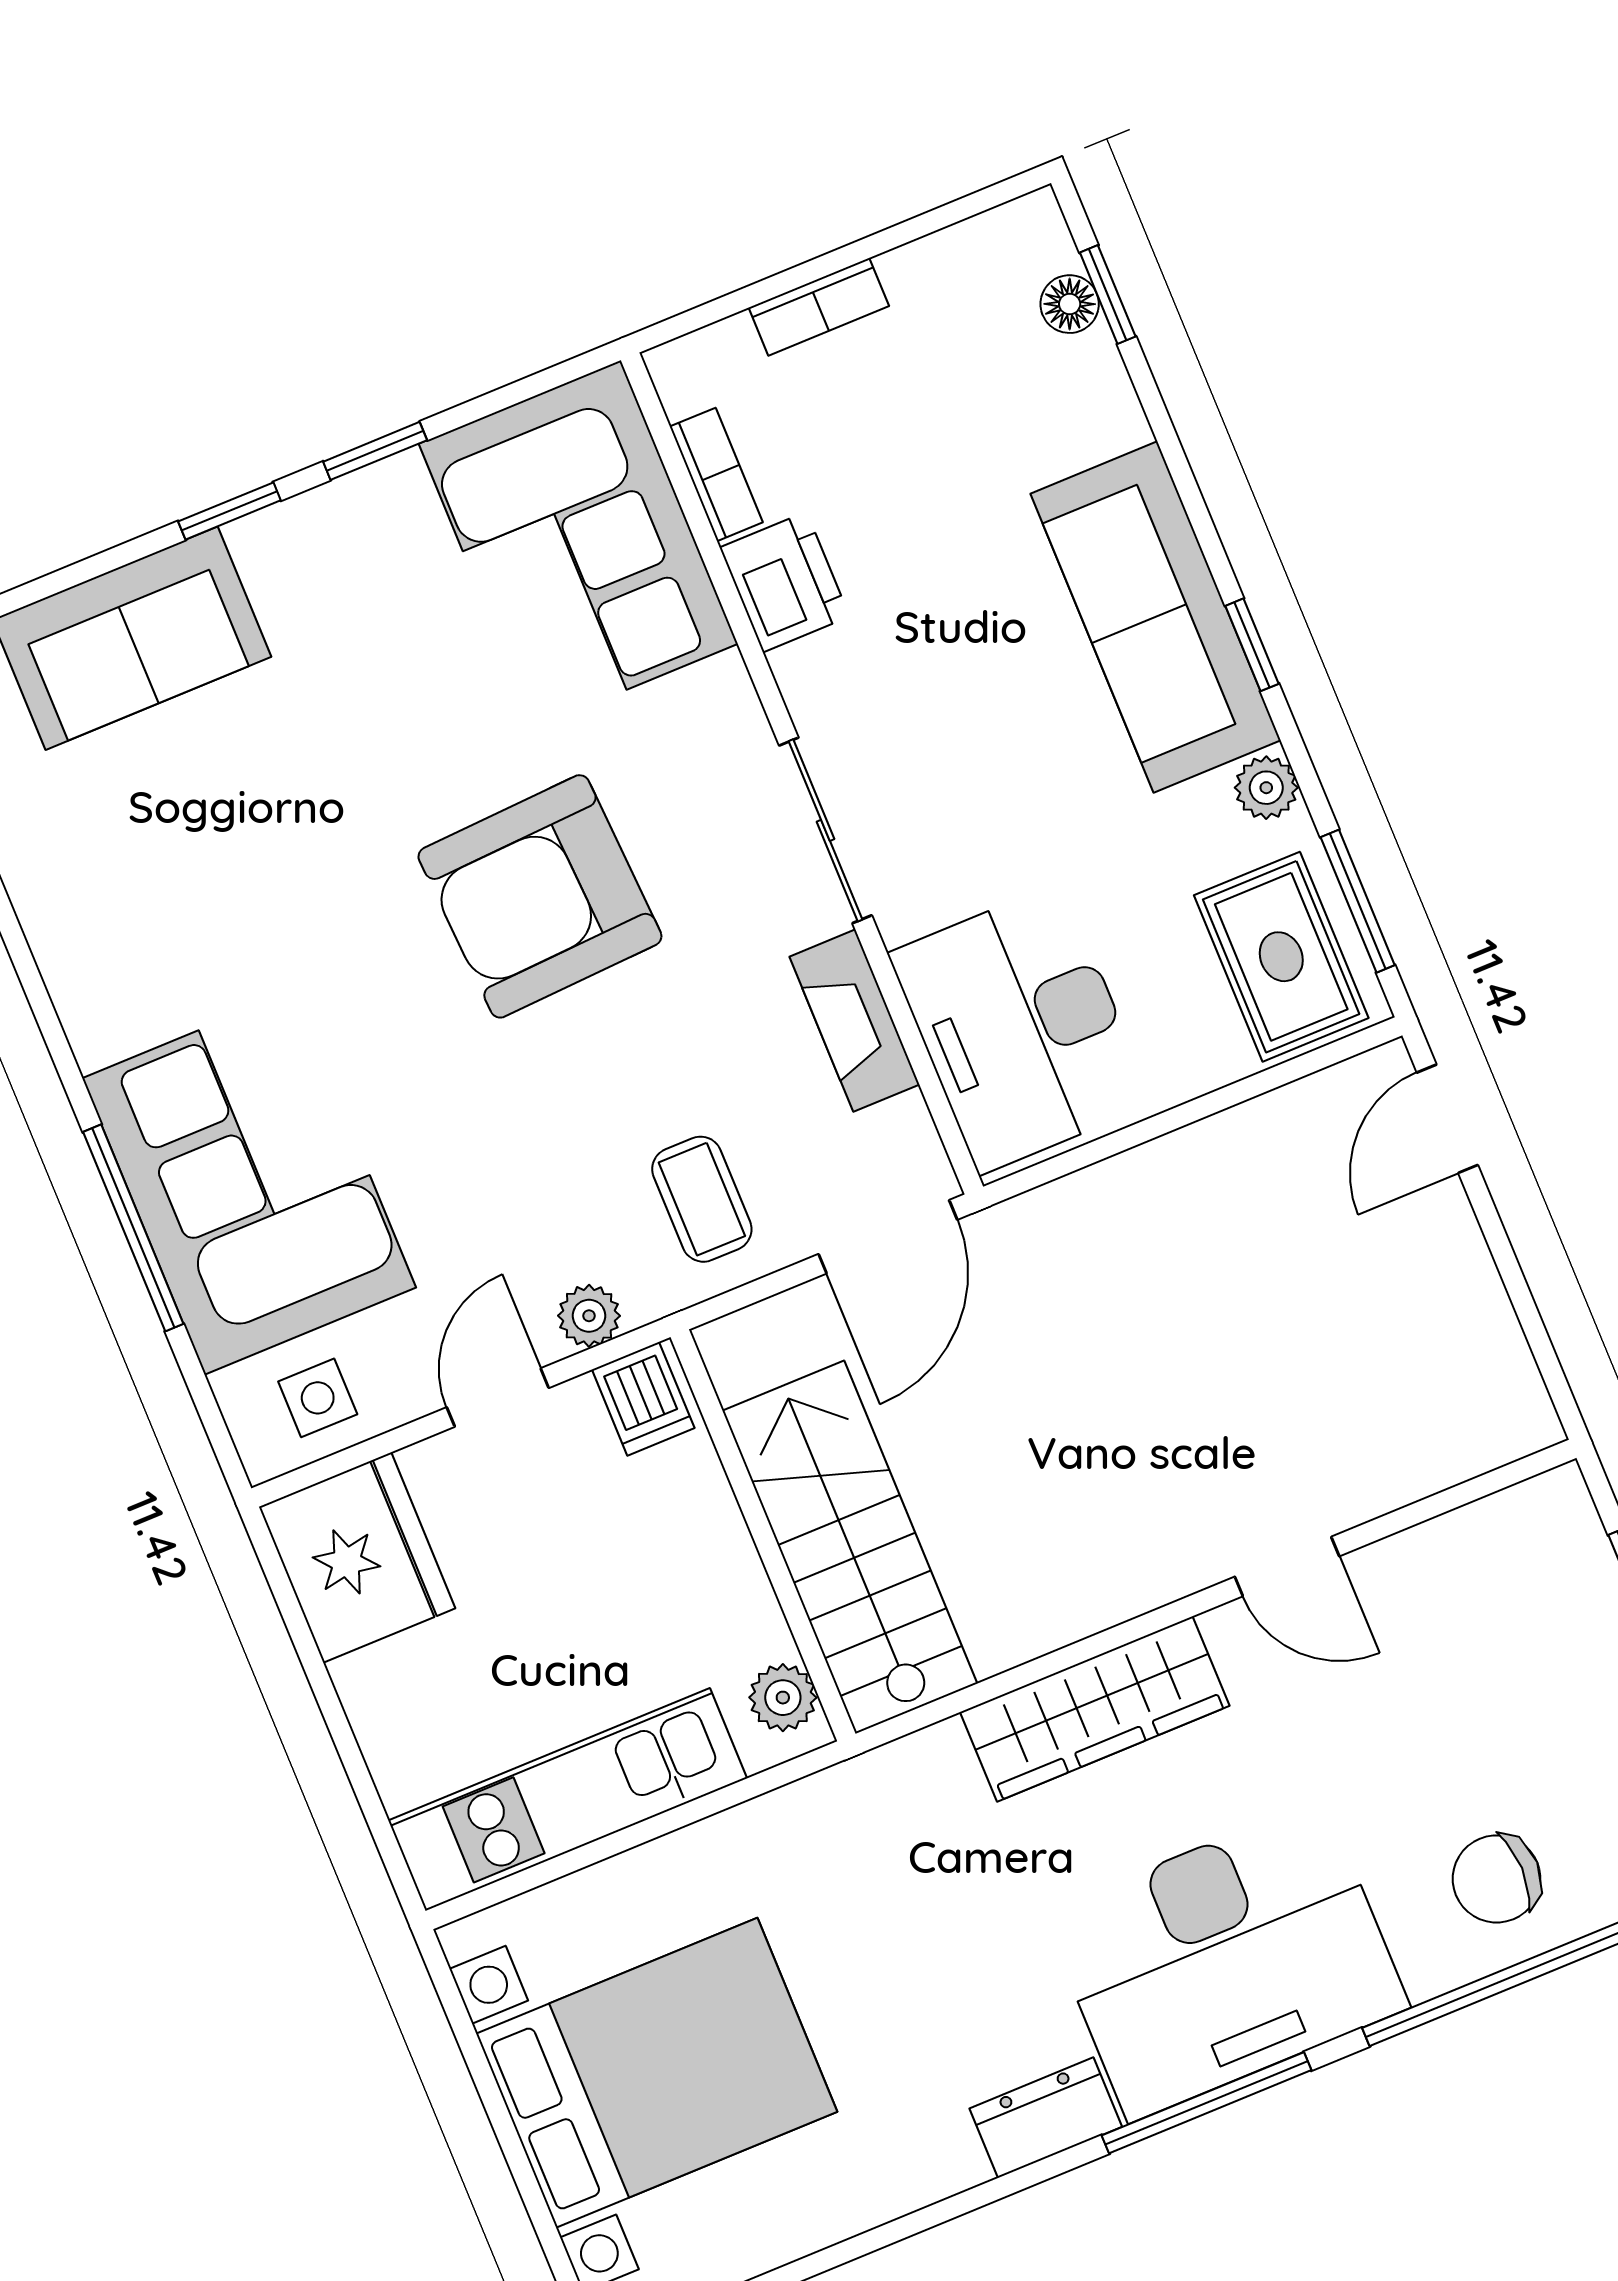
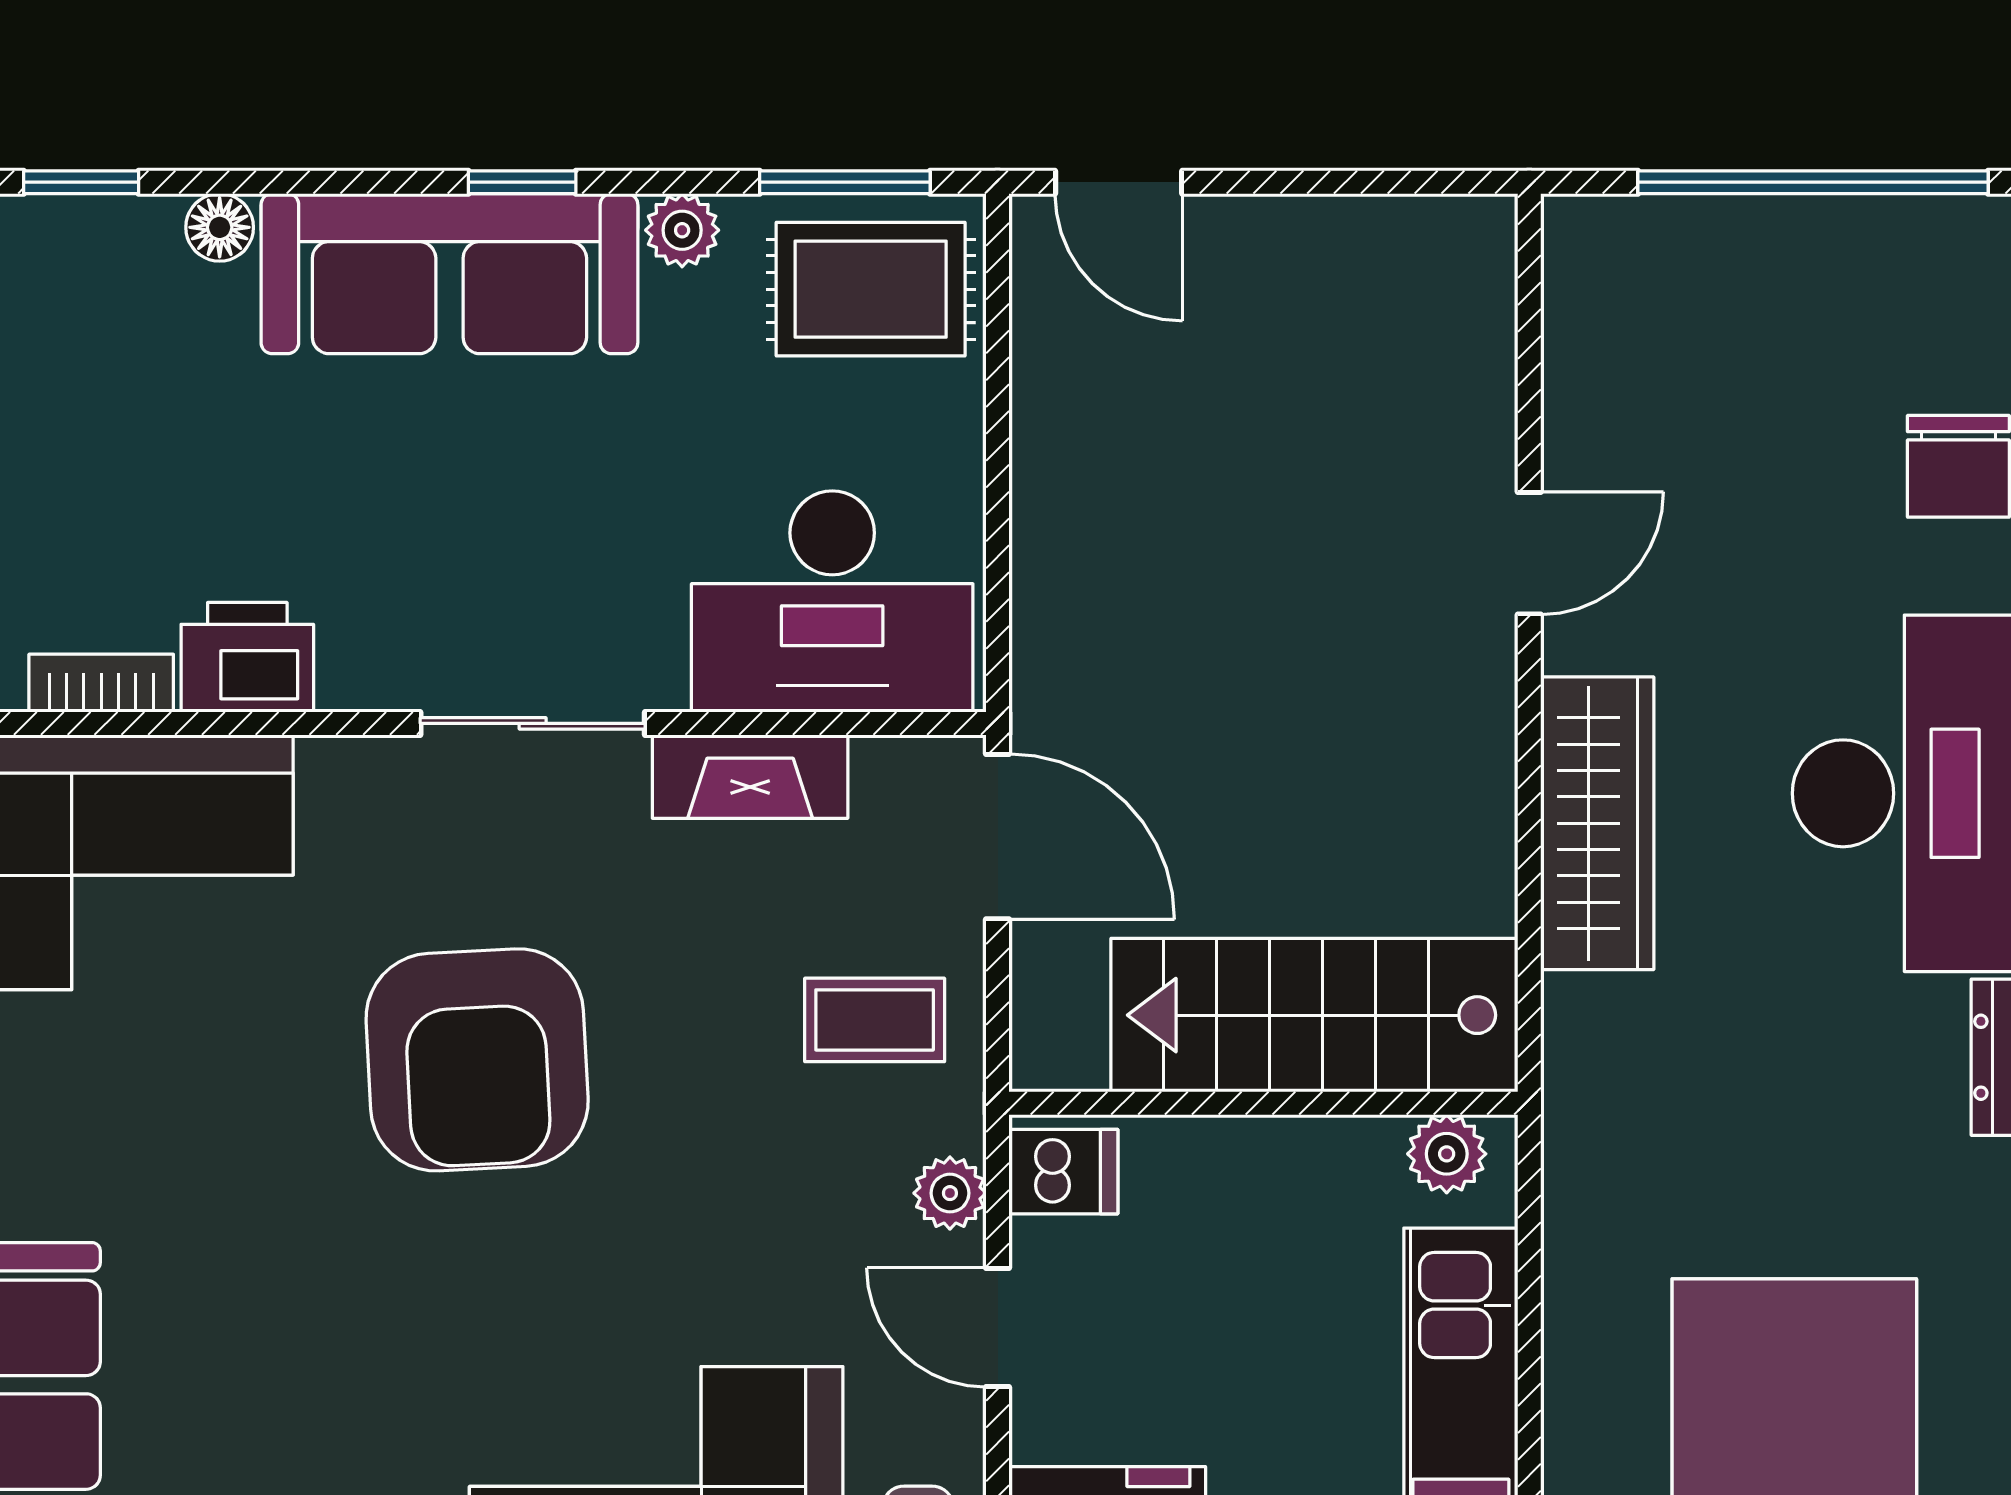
floor lamp: (1070, 304) -> (220, 227), moved

